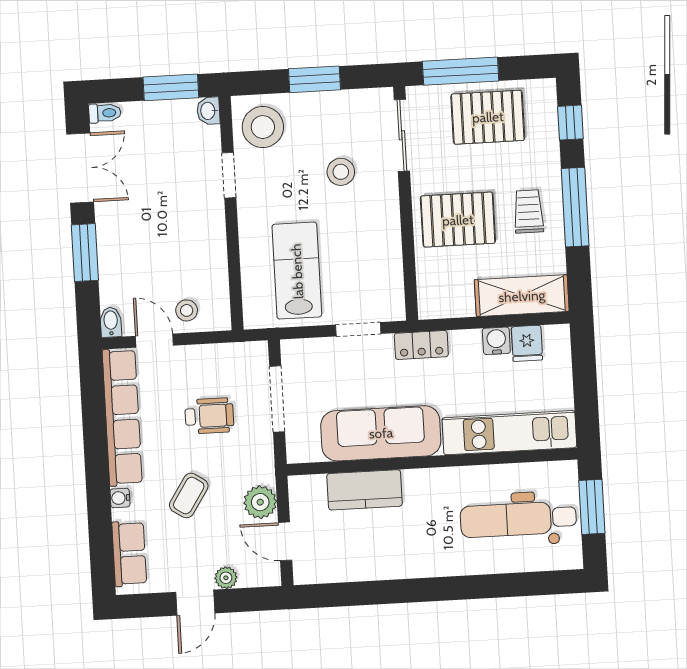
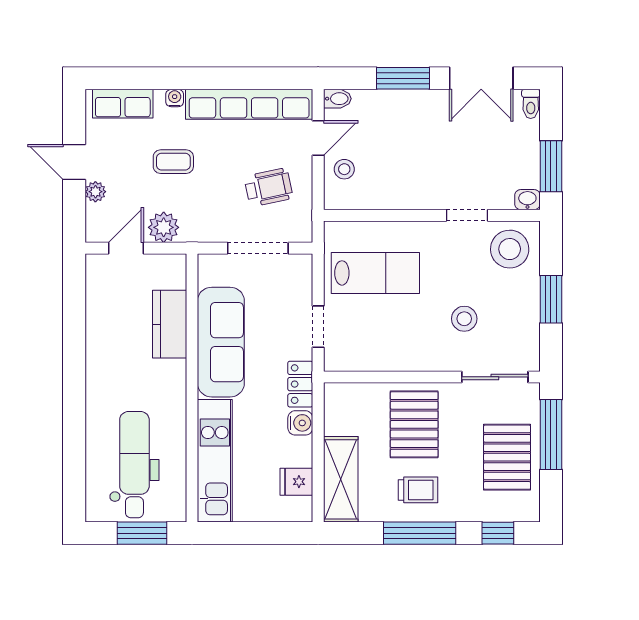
water cooler: (496, 341) -> (300, 423), moved
wheelchair: (209, 416) -> (269, 187), moved, turned -102
coffee table: (189, 496) -> (173, 162), turned -33

